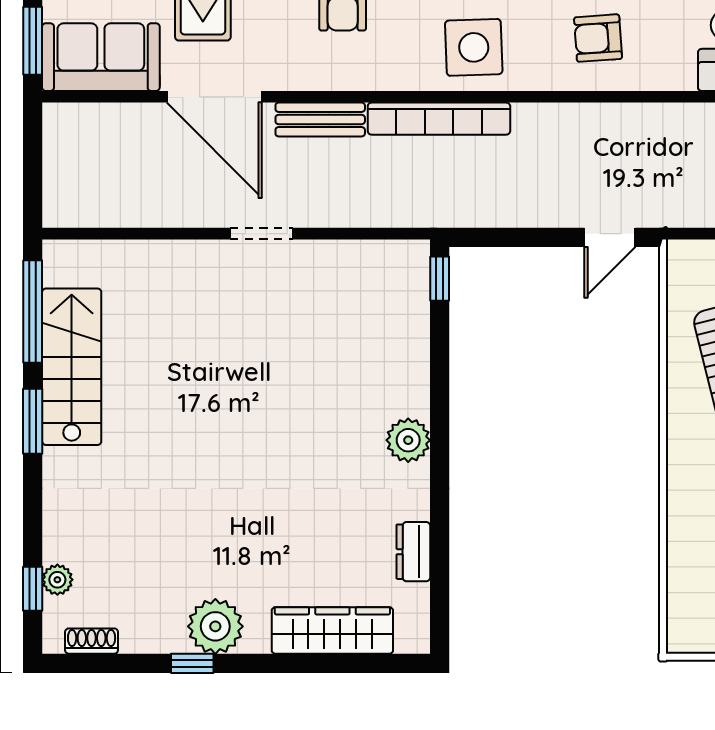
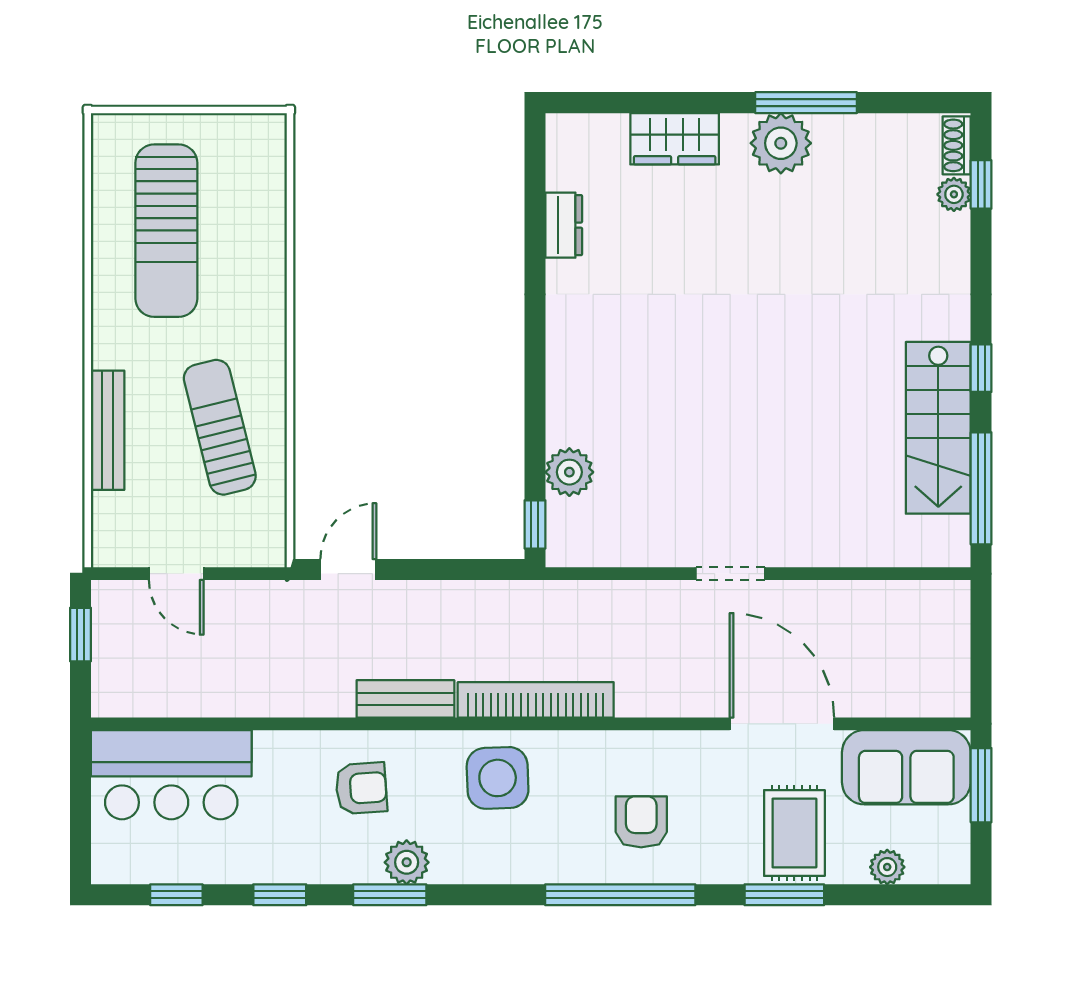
bench: (320, 119) -> (405, 699), moved
window: (33, 421) -> (981, 368), width x0.67
plant: (408, 440) -> (569, 472), moved
wardrobe: (332, 630) -> (675, 139), width x0.67
shoe rack: (92, 641) -> (957, 145), moved, turned 90
window: (192, 663) -> (806, 103), width x2.17

